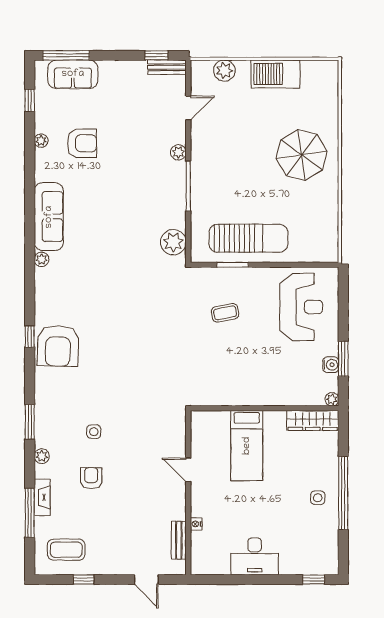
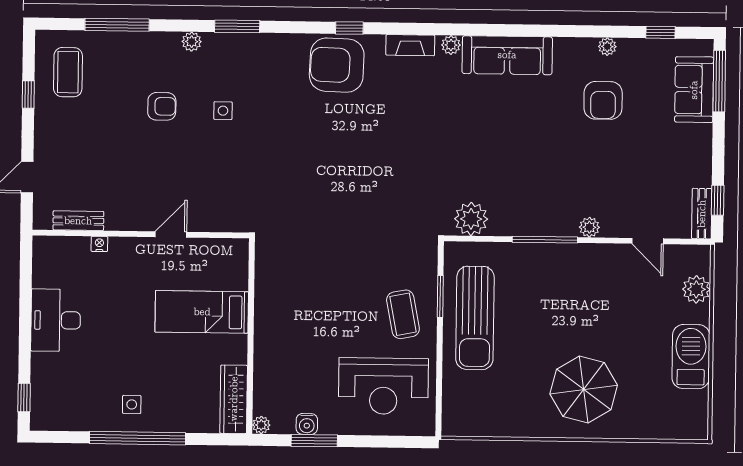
coffee table: (225, 313) -> (403, 314), moved, width x1.36, depth x1.30
fireplace: (42, 497) -> (410, 45), moved

